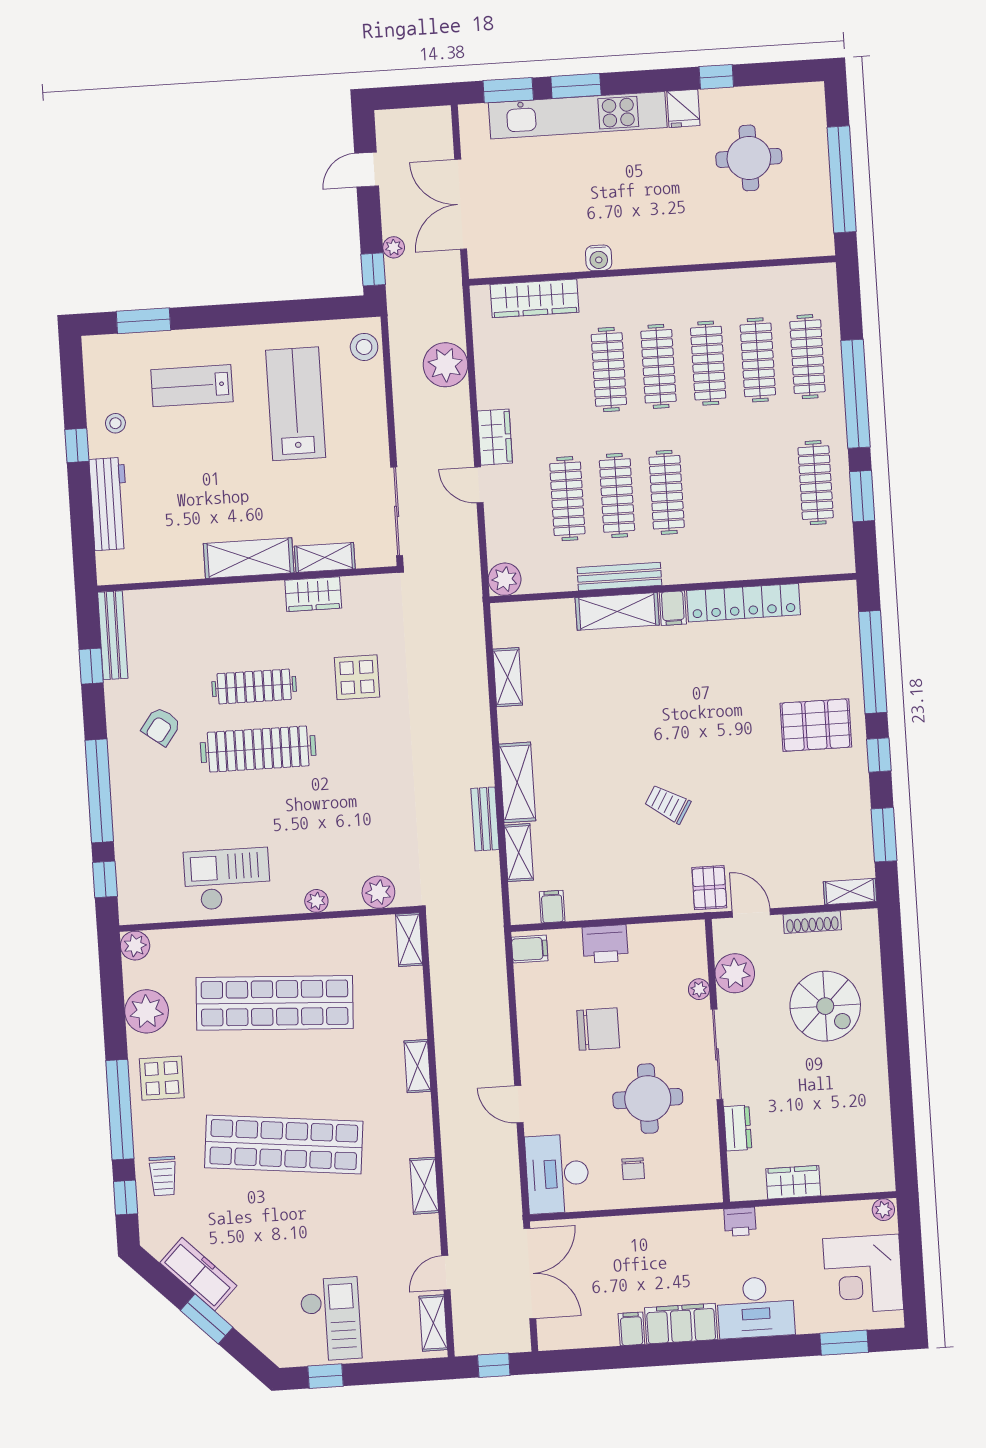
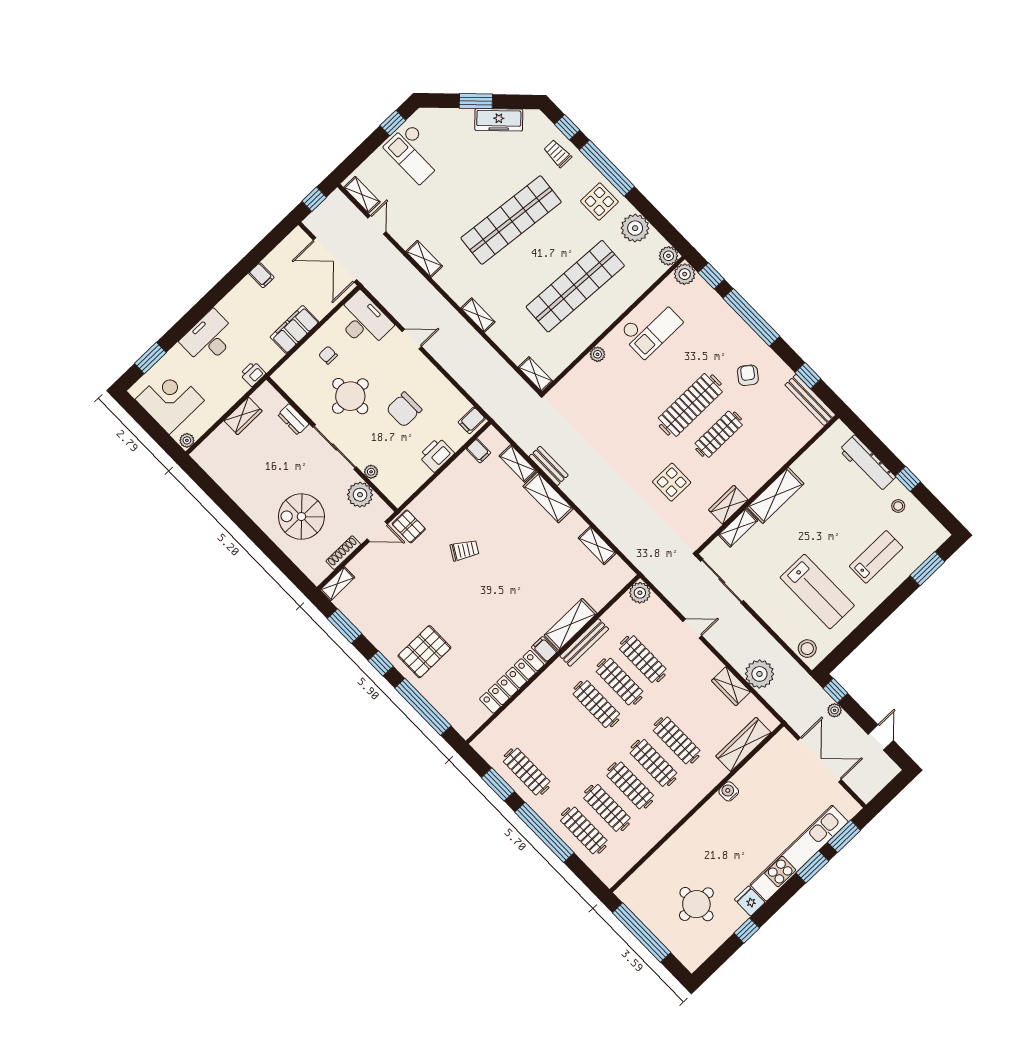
wardrobe: (495, 437) -> (731, 686), moved
plant: (378, 892) -> (685, 274), moved
filing cabinet: (681, 1324) -> (295, 329), moved, turned 180

